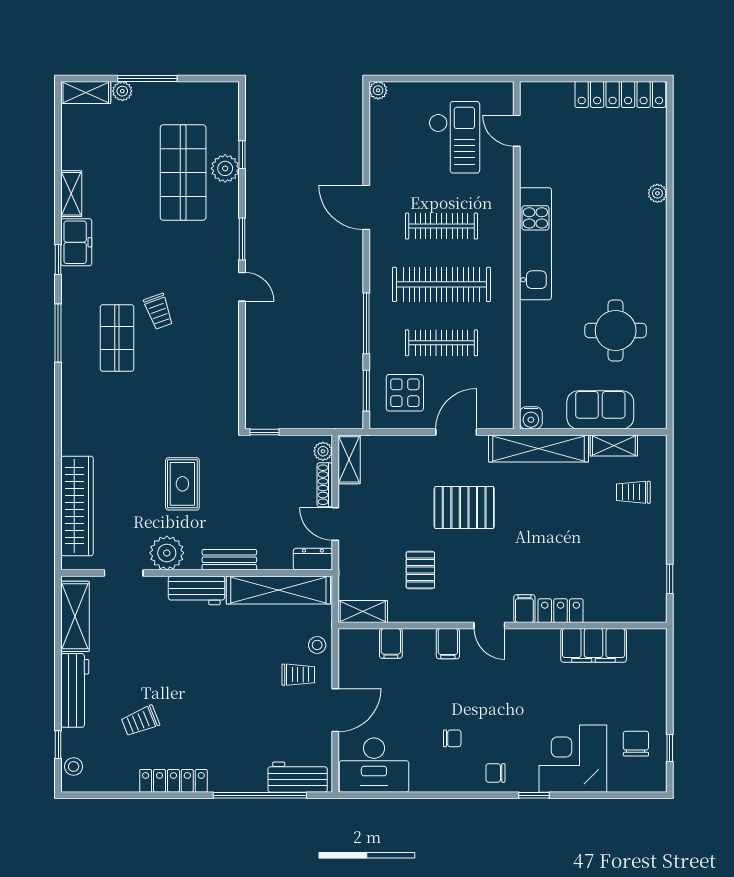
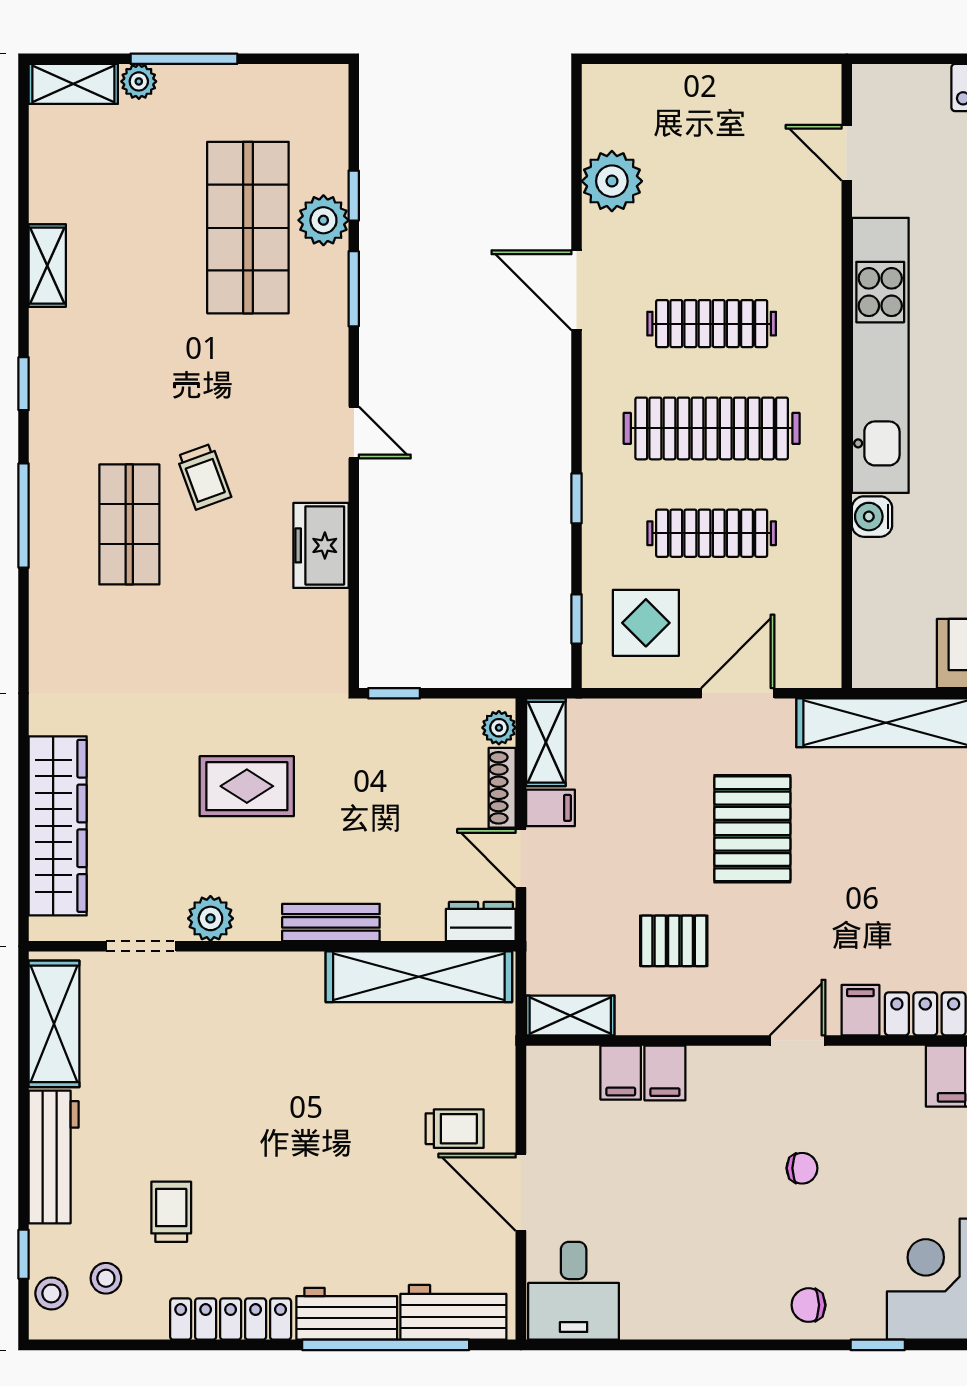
plant: (378, 90) -> (612, 181), moved, width x1.88, depth x1.88
checkout: (454, 137) -> (735, 164), removed
window: (242, 239) -> (354, 289), moved
freezer: (76, 242) -> (321, 545), moved, turned 180
kitchen unit: (535, 244) -> (880, 355), width x1.36
window: (366, 323) -> (577, 498), width x0.46
window: (366, 391) -> (577, 619), width x0.67
water cooler: (531, 418) -> (872, 517), moved, turned 90
rug: (182, 484) -> (247, 786), turned 90
filing cabinet: (352, 496) -> (550, 808), added
pallet: (464, 508) -> (752, 829), turned 90
plant: (167, 553) -> (210, 918), width x0.73, depth x0.73
pallet: (420, 570) -> (674, 941), turned 90
workbench: (196, 590) -> (347, 1314), moved, turned 180
door: (489, 626) -> (798, 1040), swing flipped
filing cabinet: (448, 644) -> (665, 1073), moved
stool: (317, 645) -> (106, 1278), moved
door: (335, 710) -> (521, 1192), swing flipped
trolley: (140, 721) -> (171, 1212), turned 112
chair: (452, 738) -> (802, 1168), moved
desk: (374, 765) -> (574, 1291), width x0.73

